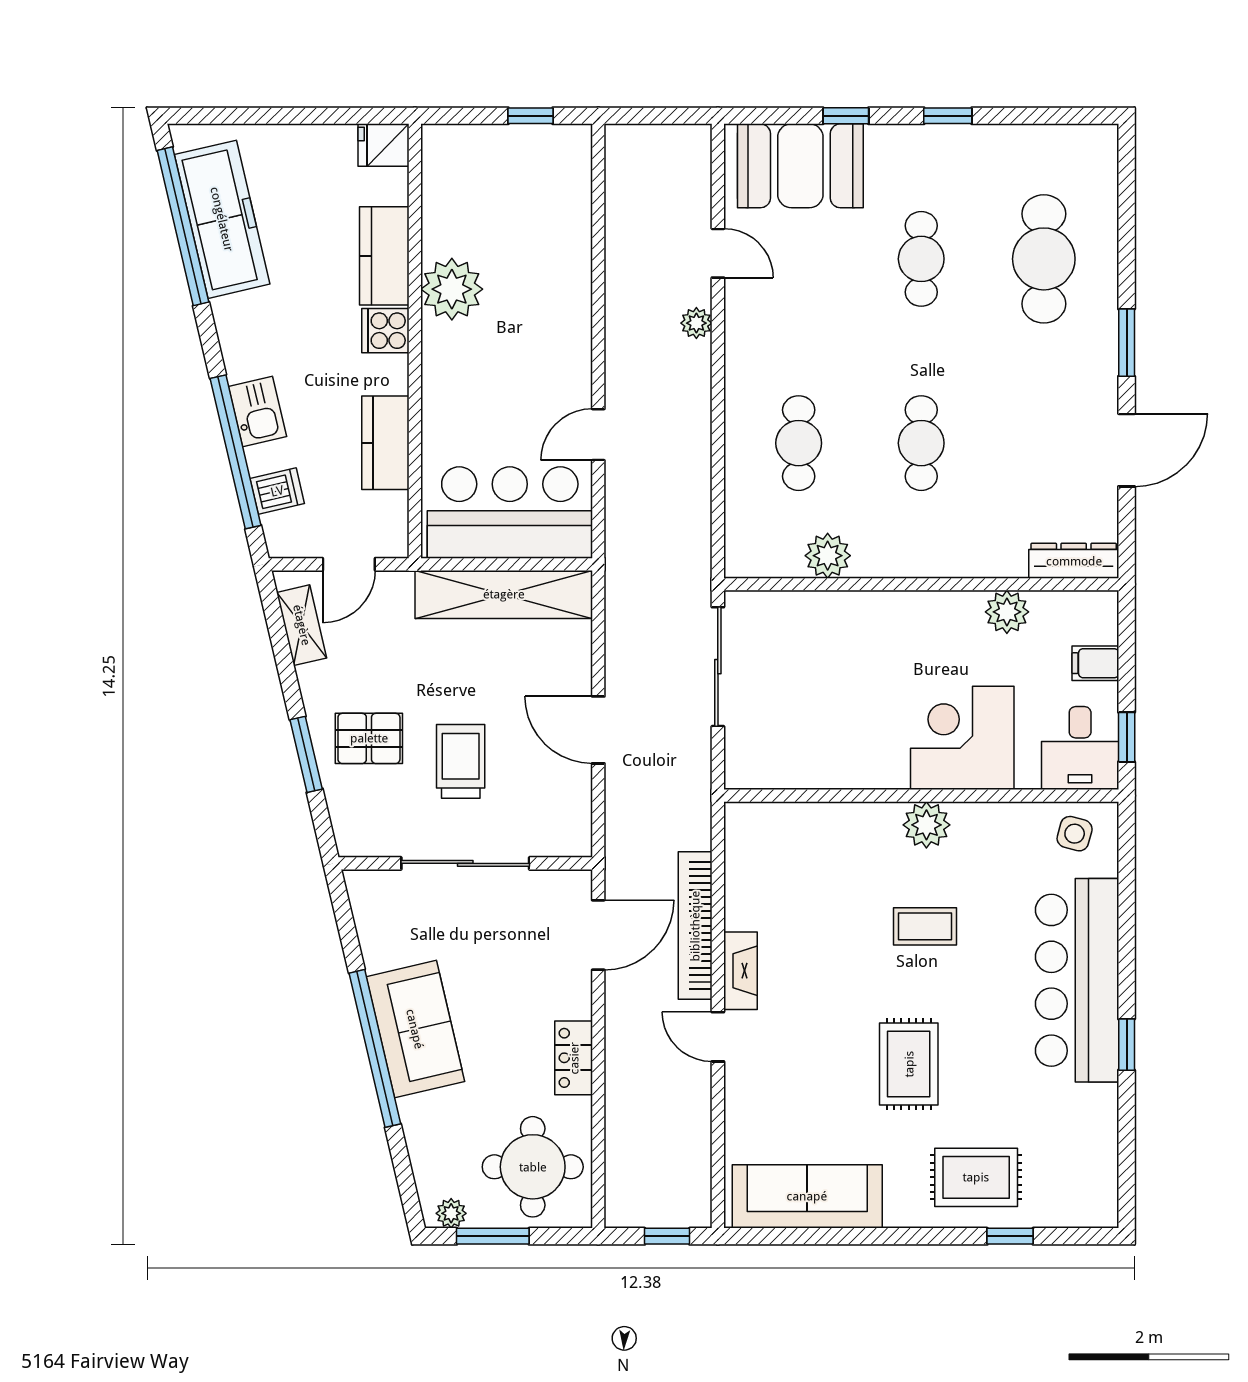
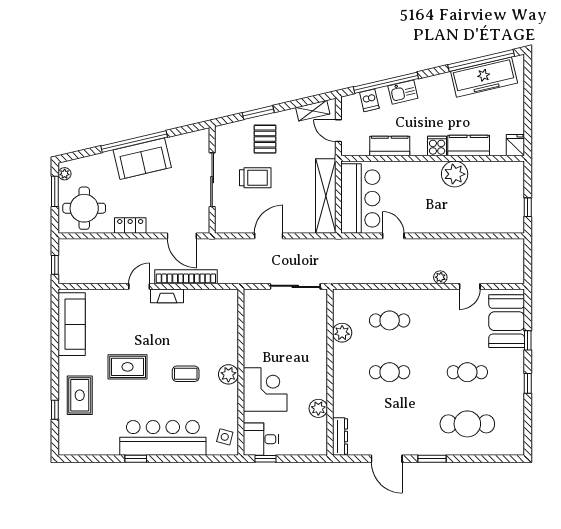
filing cabinet: (1095, 663) -> (297, 446), removed
coffee table: (925, 926) -> (186, 374), turned 90

